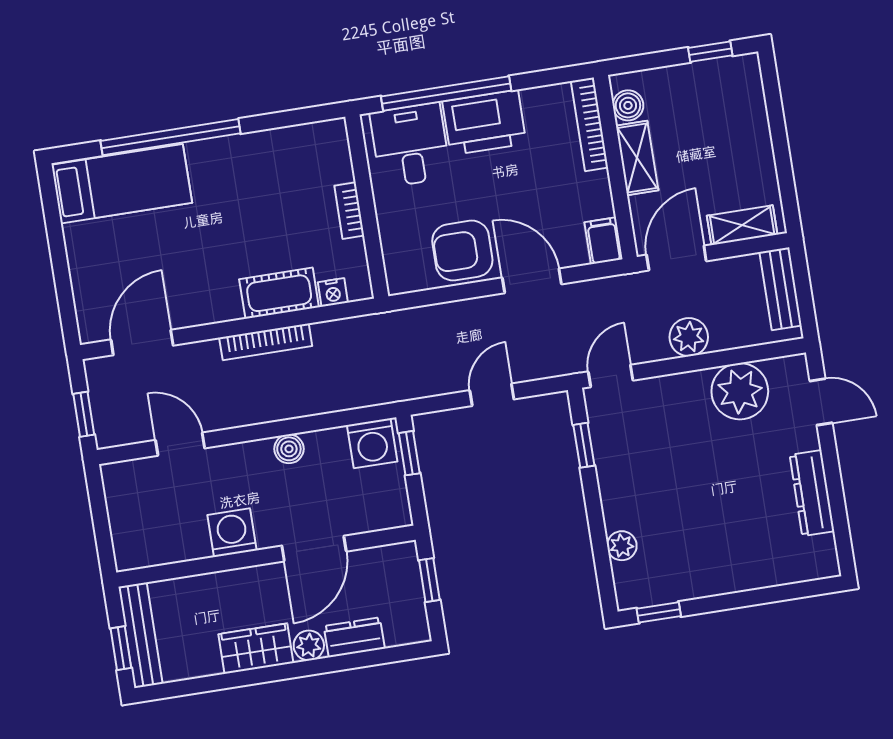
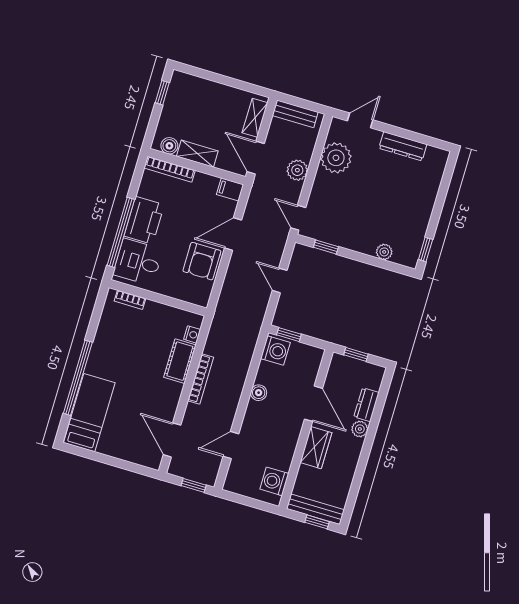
bookcase: (349, 211) -> (130, 300), moved
washing machine: (232, 533) -> (274, 481), moved
wardrobe: (256, 649) -> (316, 448), moved, turned 180

